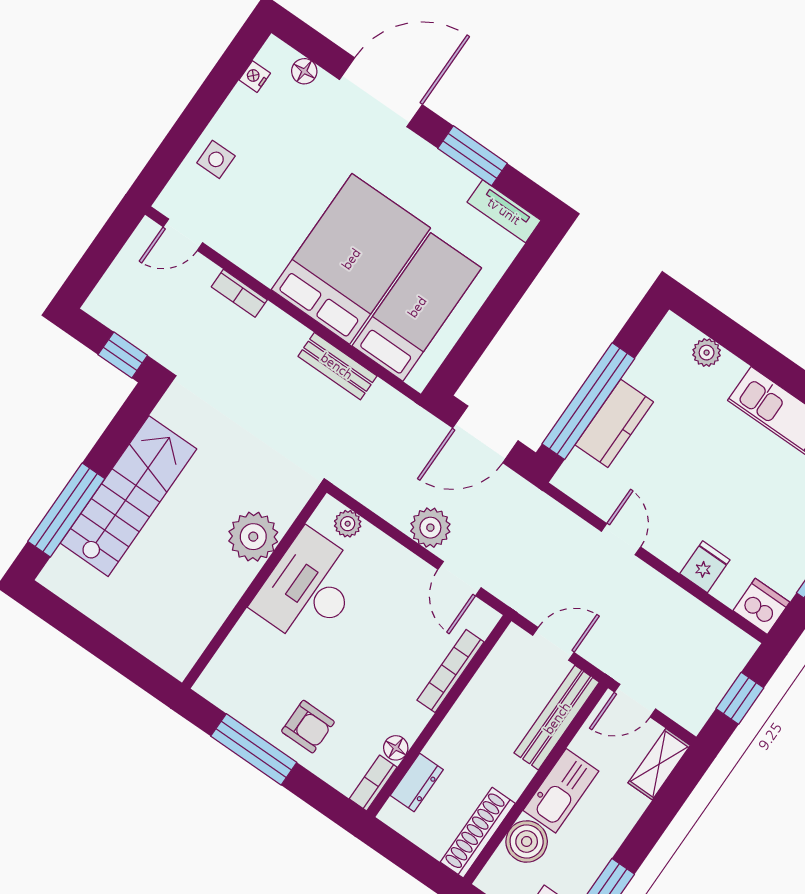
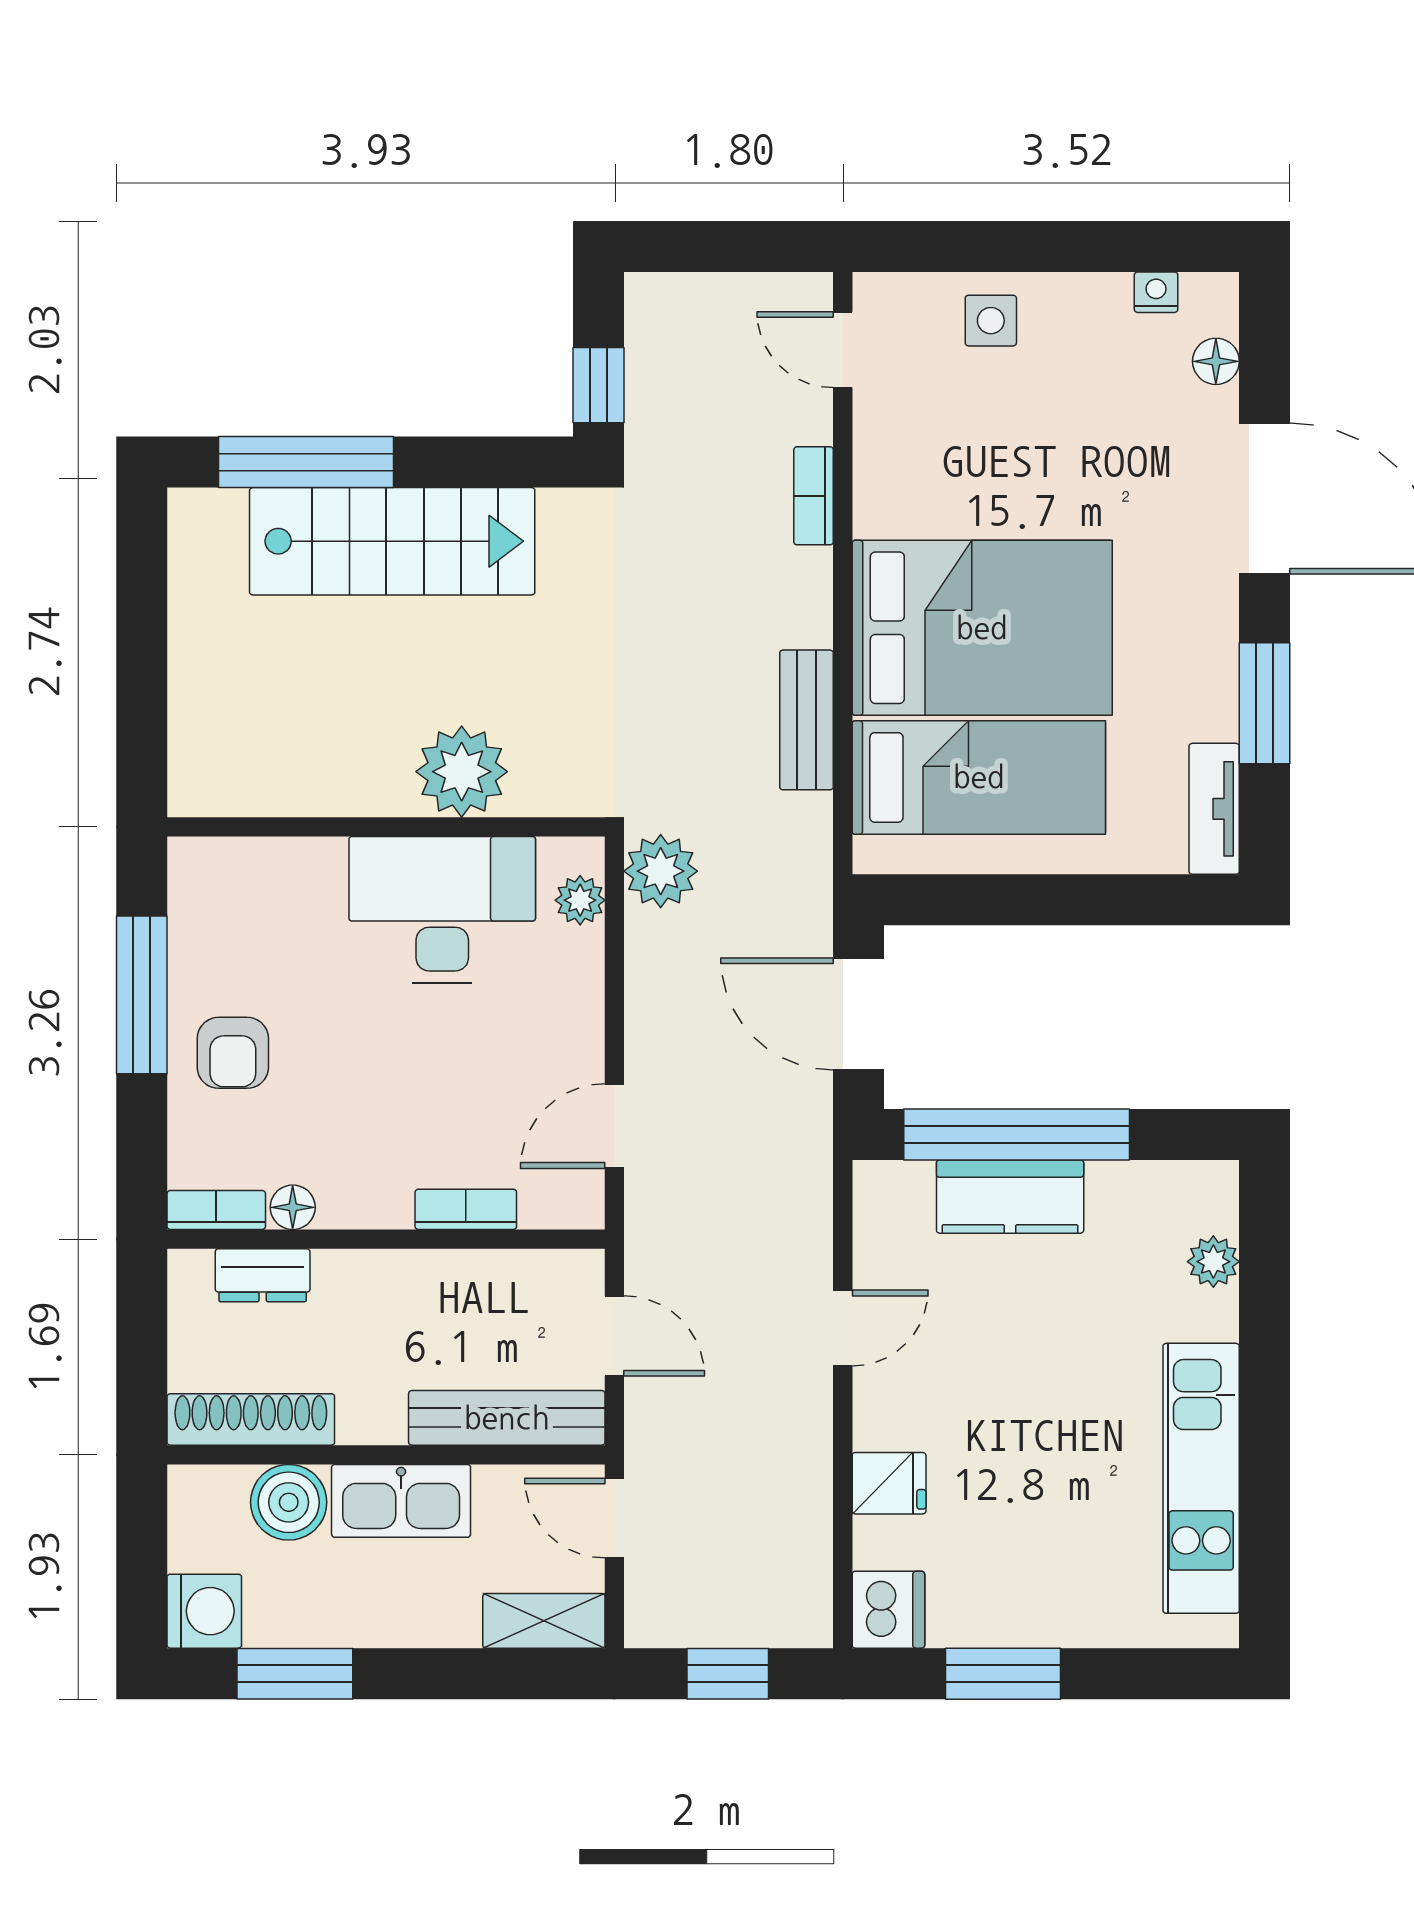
plant: (430, 528) -> (661, 871), moved
bookcase: (451, 671) -> (466, 1209), width x0.64

